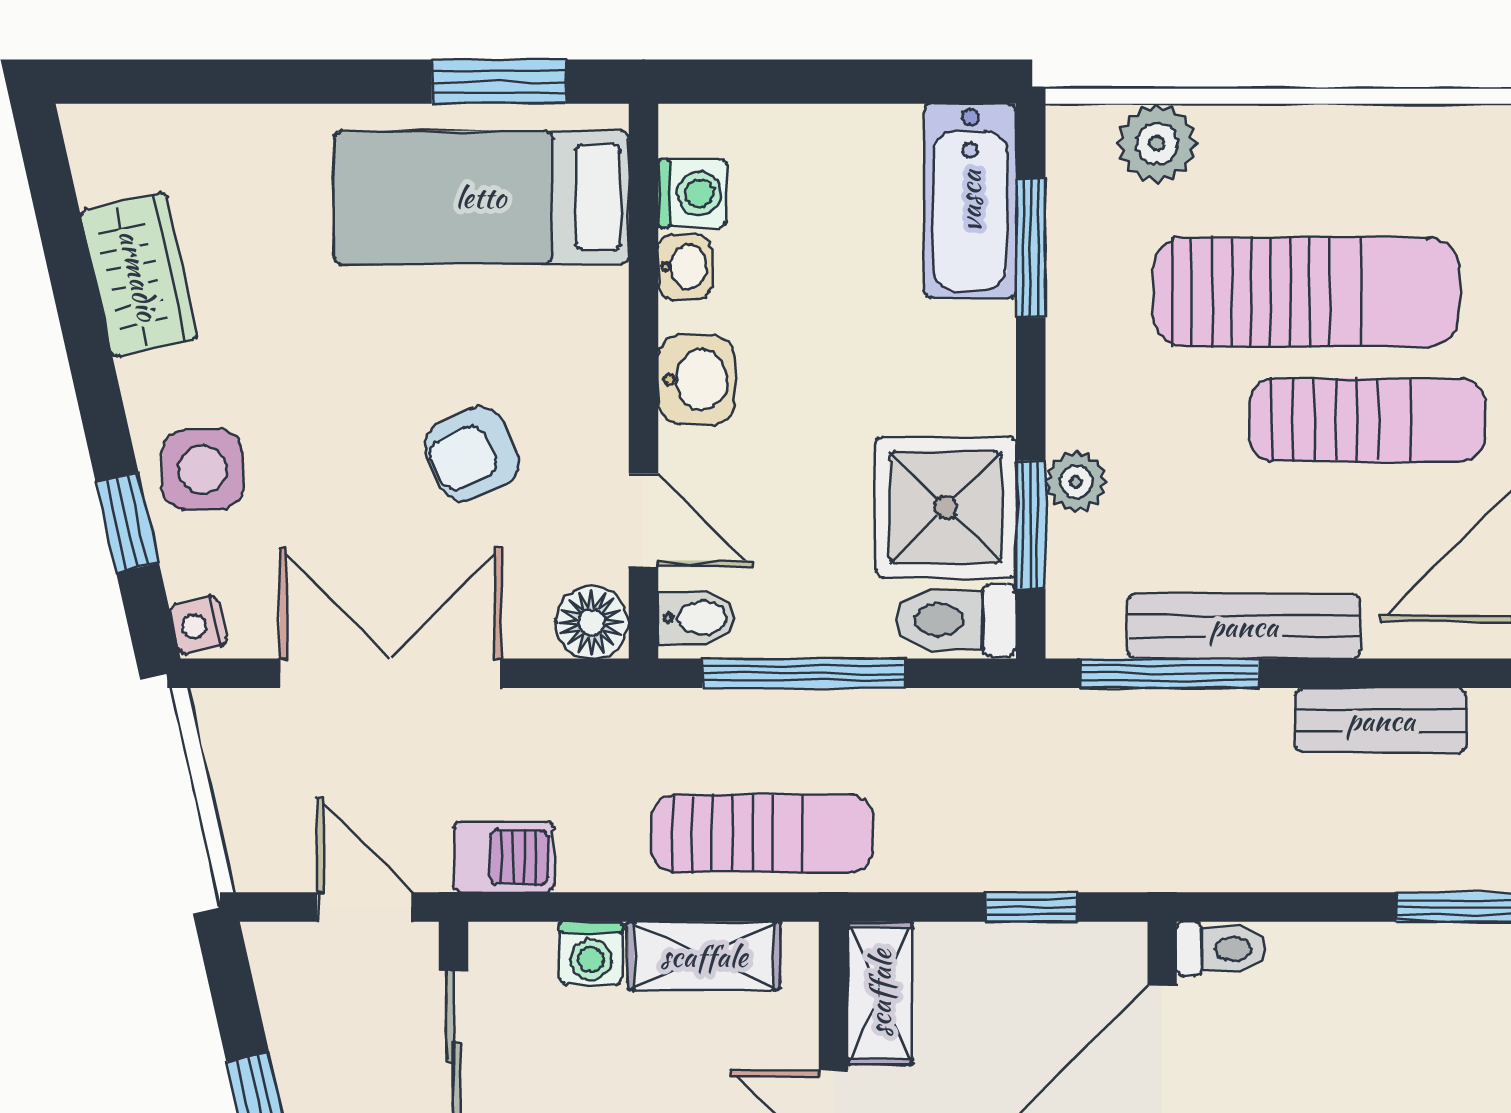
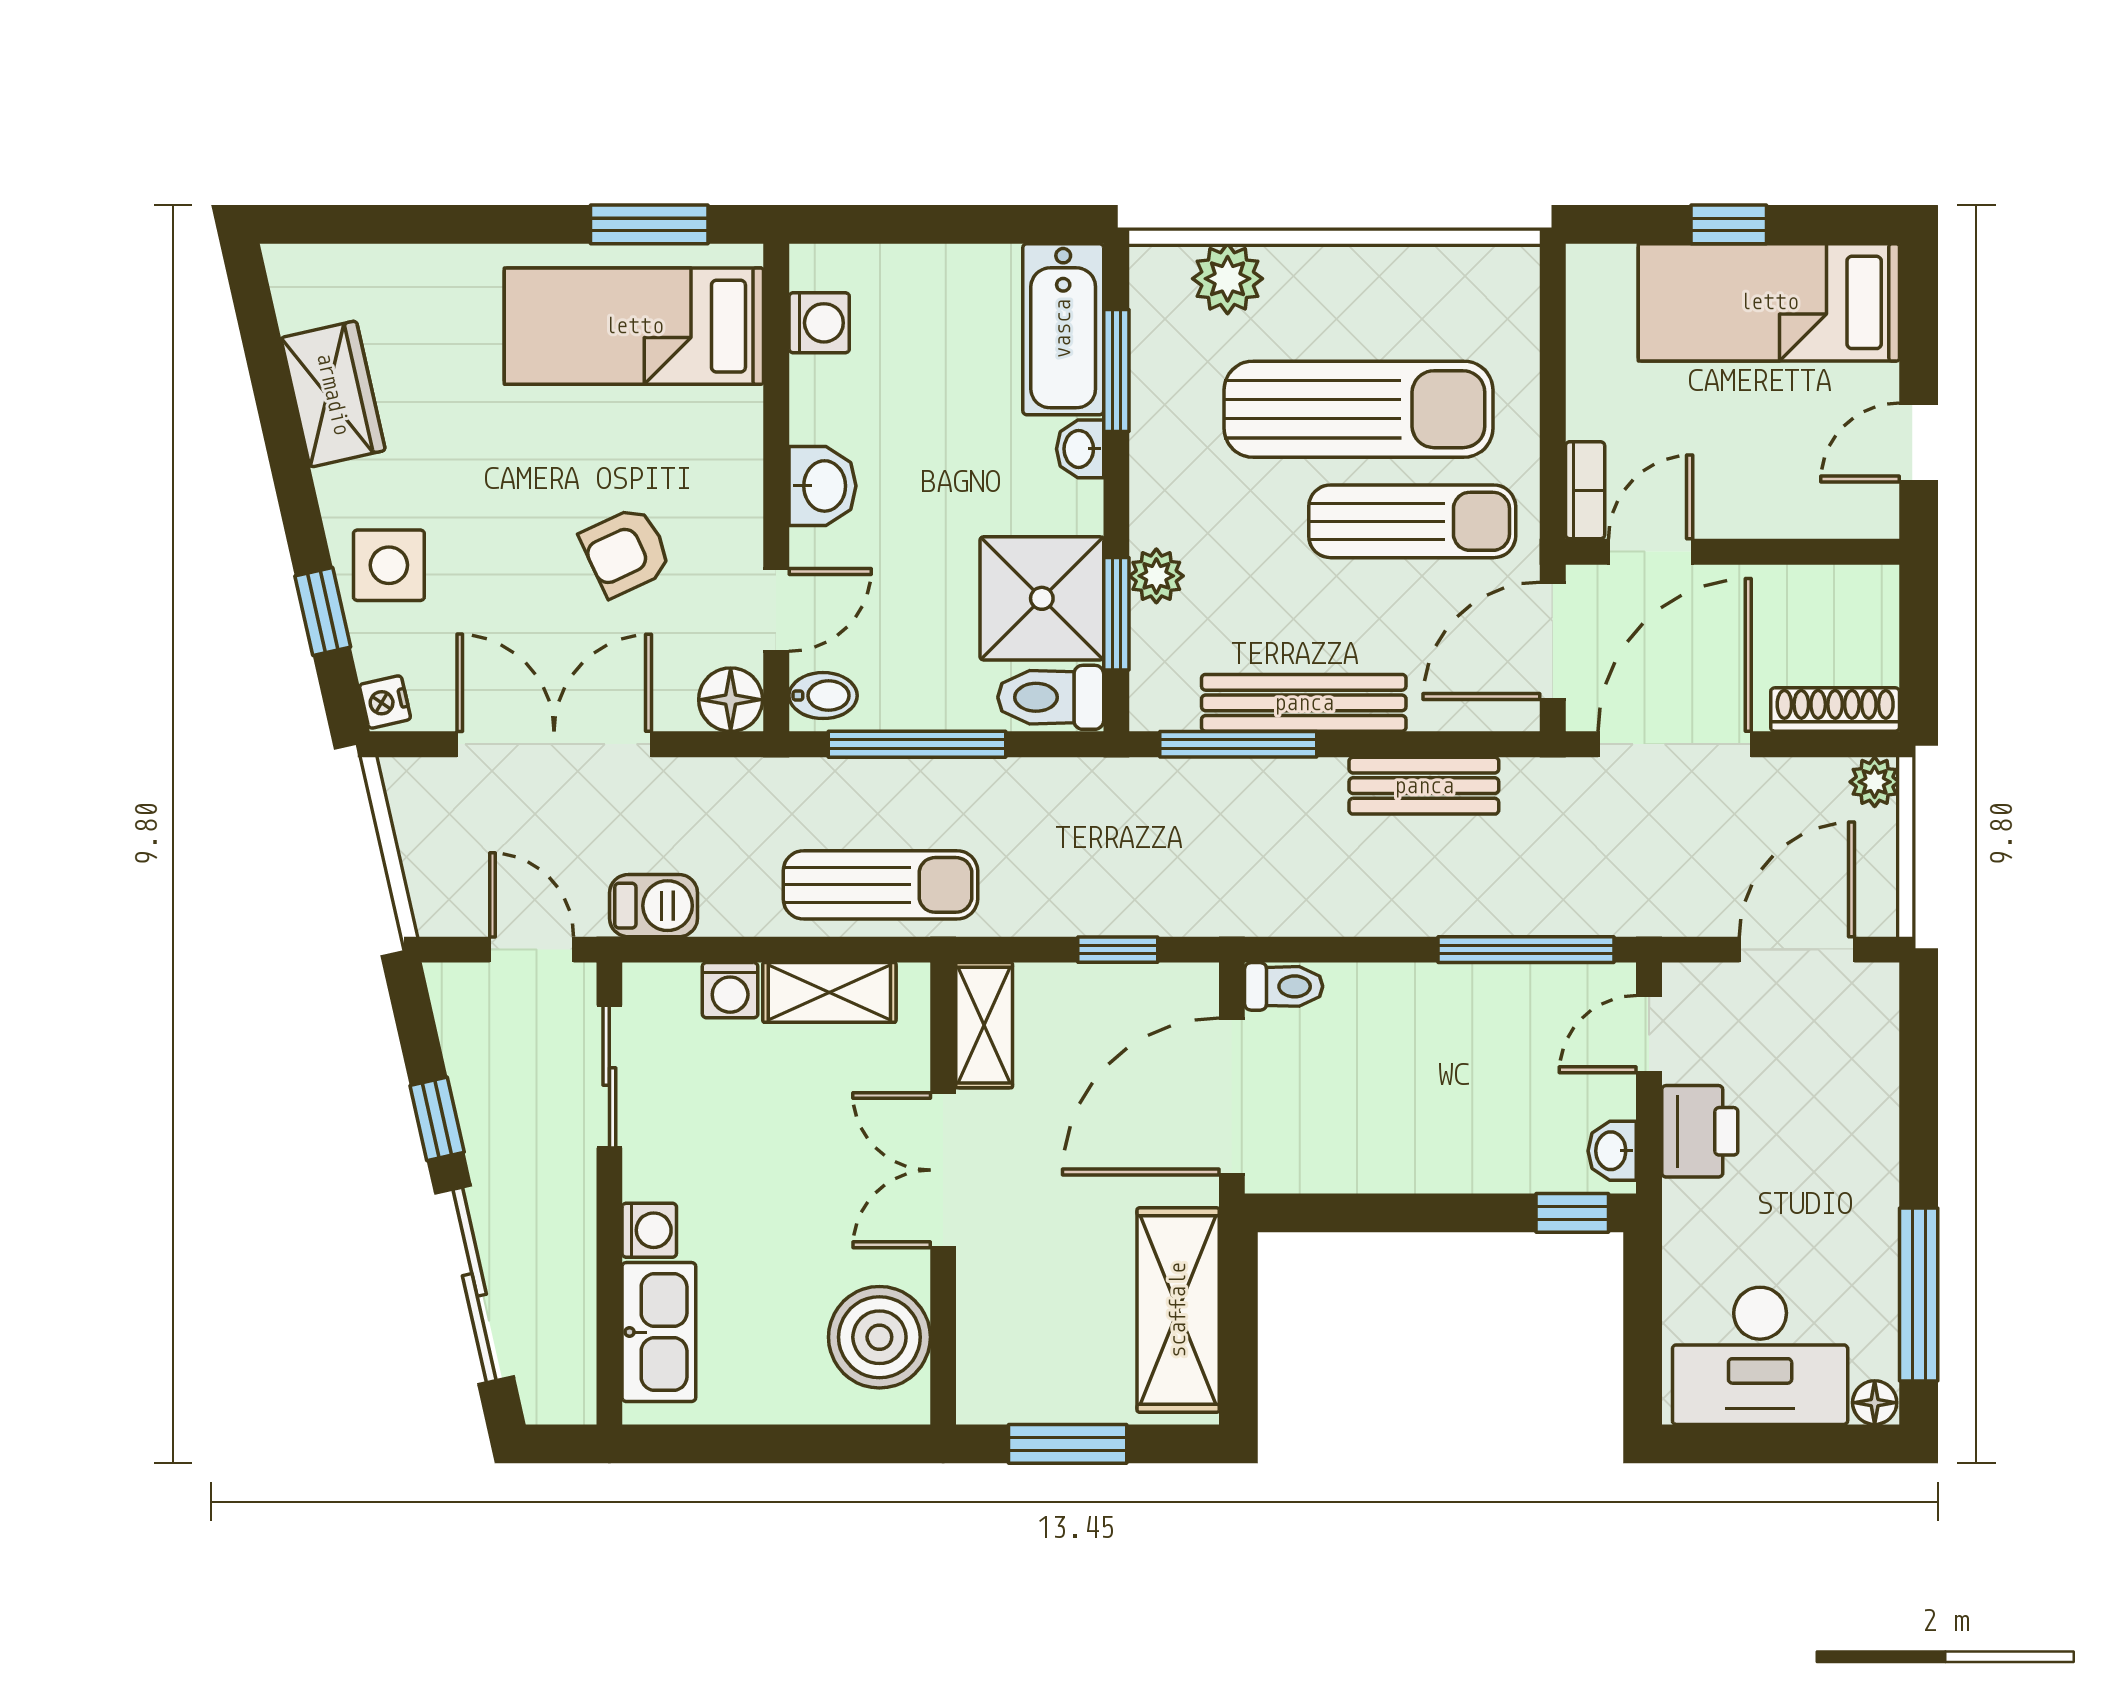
washbasin: (685, 267) -> (1080, 449), moved, turned 180
door: (643, 520) -> (776, 610), hinge flipped

